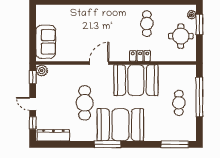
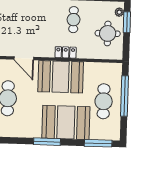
door: (99, 63) -> (24, 58), swing flipped
cafe table: (179, 103) -> (104, 101), width x1.37, depth x1.35
booth: (120, 125) -> (66, 122), moved
window: (107, 144) -> (47, 142), moved

